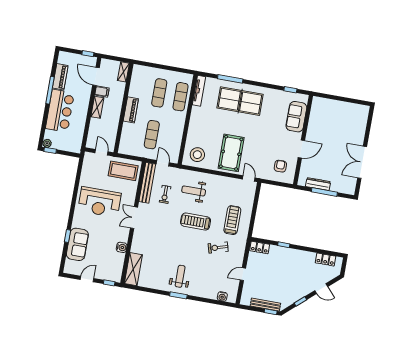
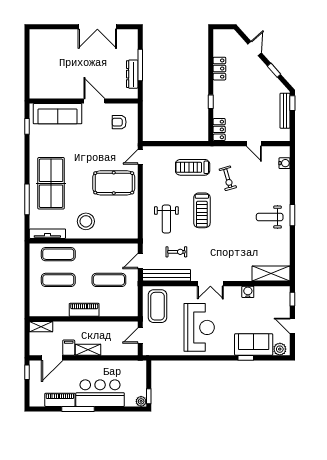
sofa: (296, 117) -> (58, 114), width x1.36
stool: (197, 155) -> (86, 221), moved
locker: (325, 259) -> (219, 69), moved
plant: (70, 265) -> (280, 349), added

